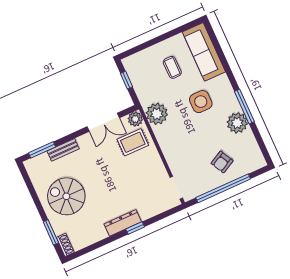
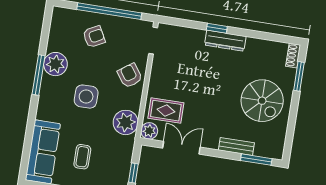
side table: (201, 102) -> (86, 97), moved
armchair: (177, 151) -> (130, 76), added

